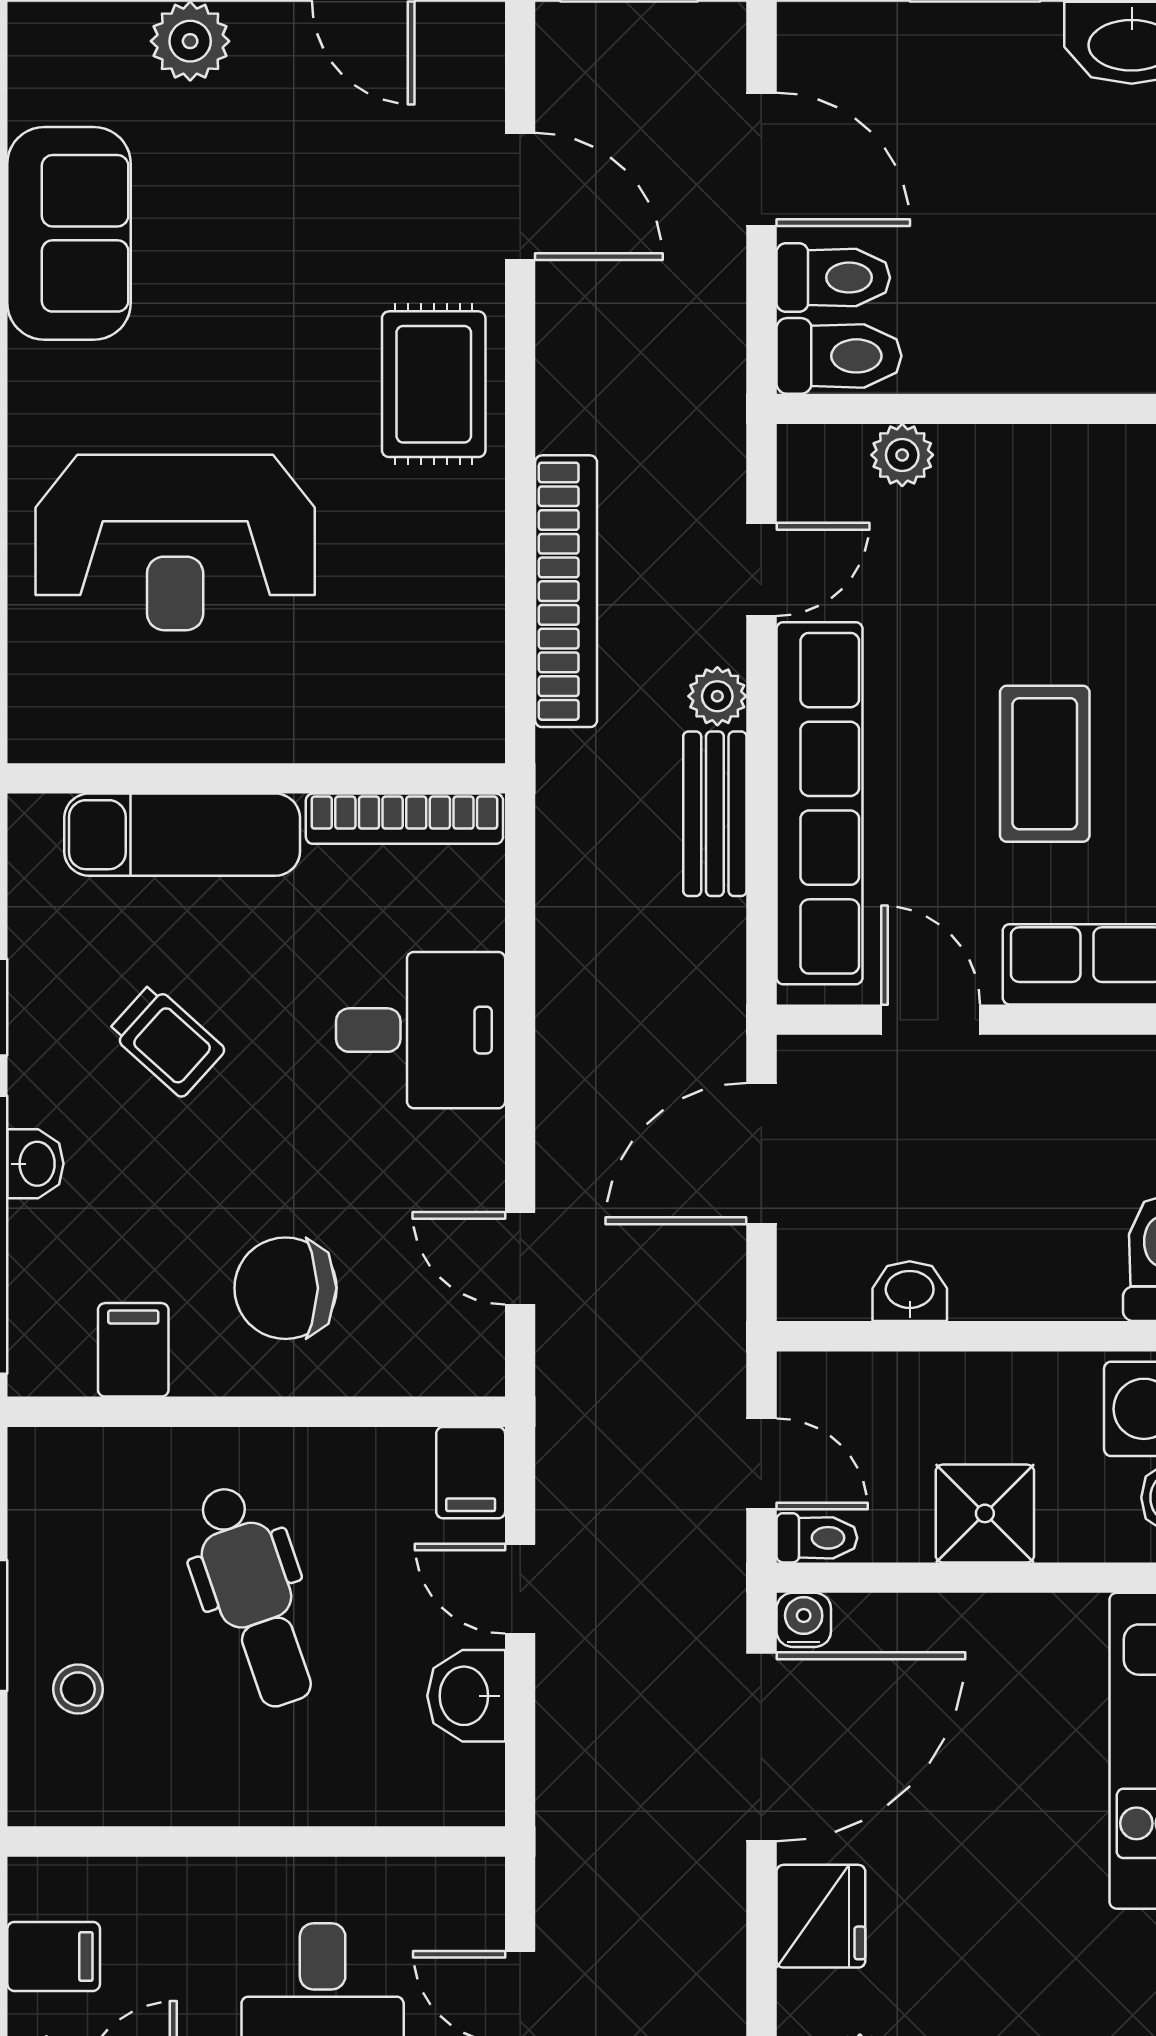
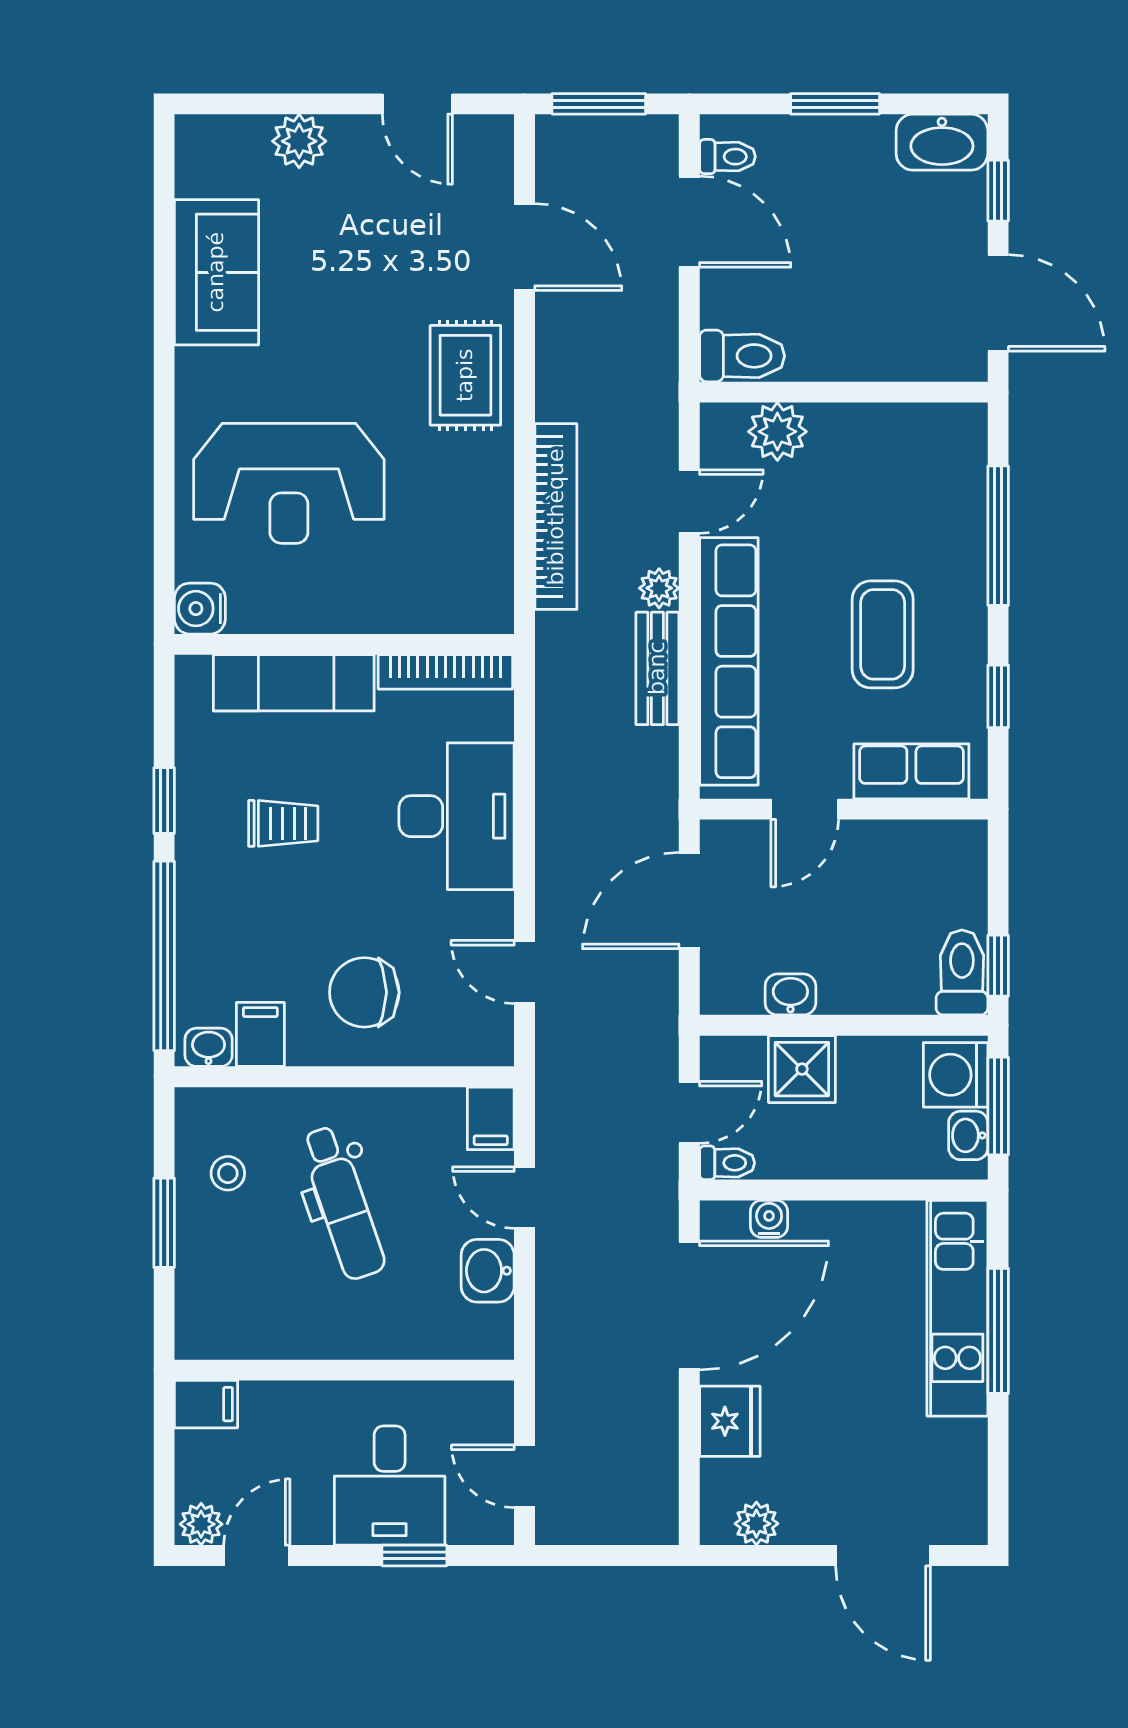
toilet: (833, 278) -> (727, 157), moved, width x0.73, depth x0.72
plant: (902, 455) -> (777, 432), width x1.38, depth x1.38
water cooler: (45, 726) -> (200, 609), added
door: (931, 1020) -> (805, 809), swing flipped
desk: (421, 1030) -> (457, 816), width x1.37
trolley: (167, 1041) -> (283, 823), turned -42
washbasin: (35, 1164) -> (209, 1047), moved, turned -90
door: (761, 1464) -> (689, 1112), hinge flipped
shower: (985, 1513) -> (802, 1069), moved
water cooler: (804, 1620) -> (769, 1219), moved
stool: (78, 1689) -> (228, 1173), moved
filing cabinet: (54, 1956) -> (206, 1404), moved

